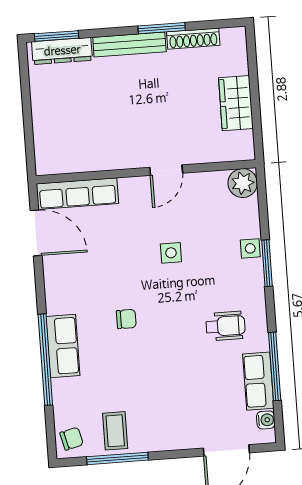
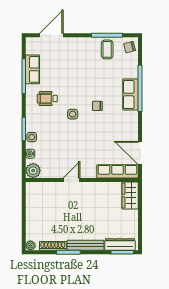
plant: (237, 36) -> (31, 245), added
wardrobe: (236, 103) -> (130, 195), moved, turned 180
side table: (171, 253) -> (73, 114), moved
water cooler: (266, 420) -> (30, 154), moved

